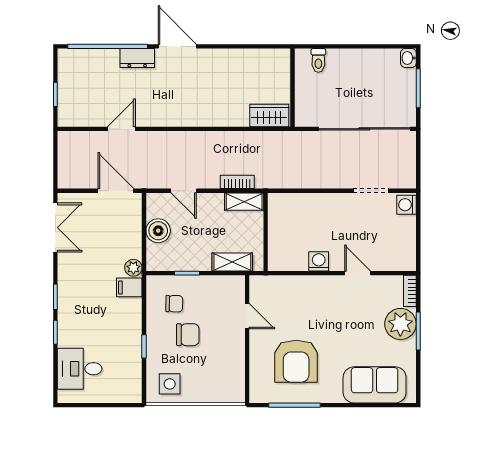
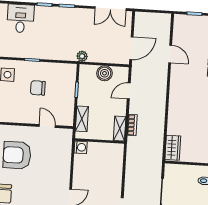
washing machine: (319, 261) -> (81, 147), moved
filing cabinet: (129, 287) -> (70, 53), removed
chair: (174, 304) -> (58, 81), removed
door: (247, 316) -> (47, 126), swing flipped
chair: (188, 335) -> (38, 88), turned 90

